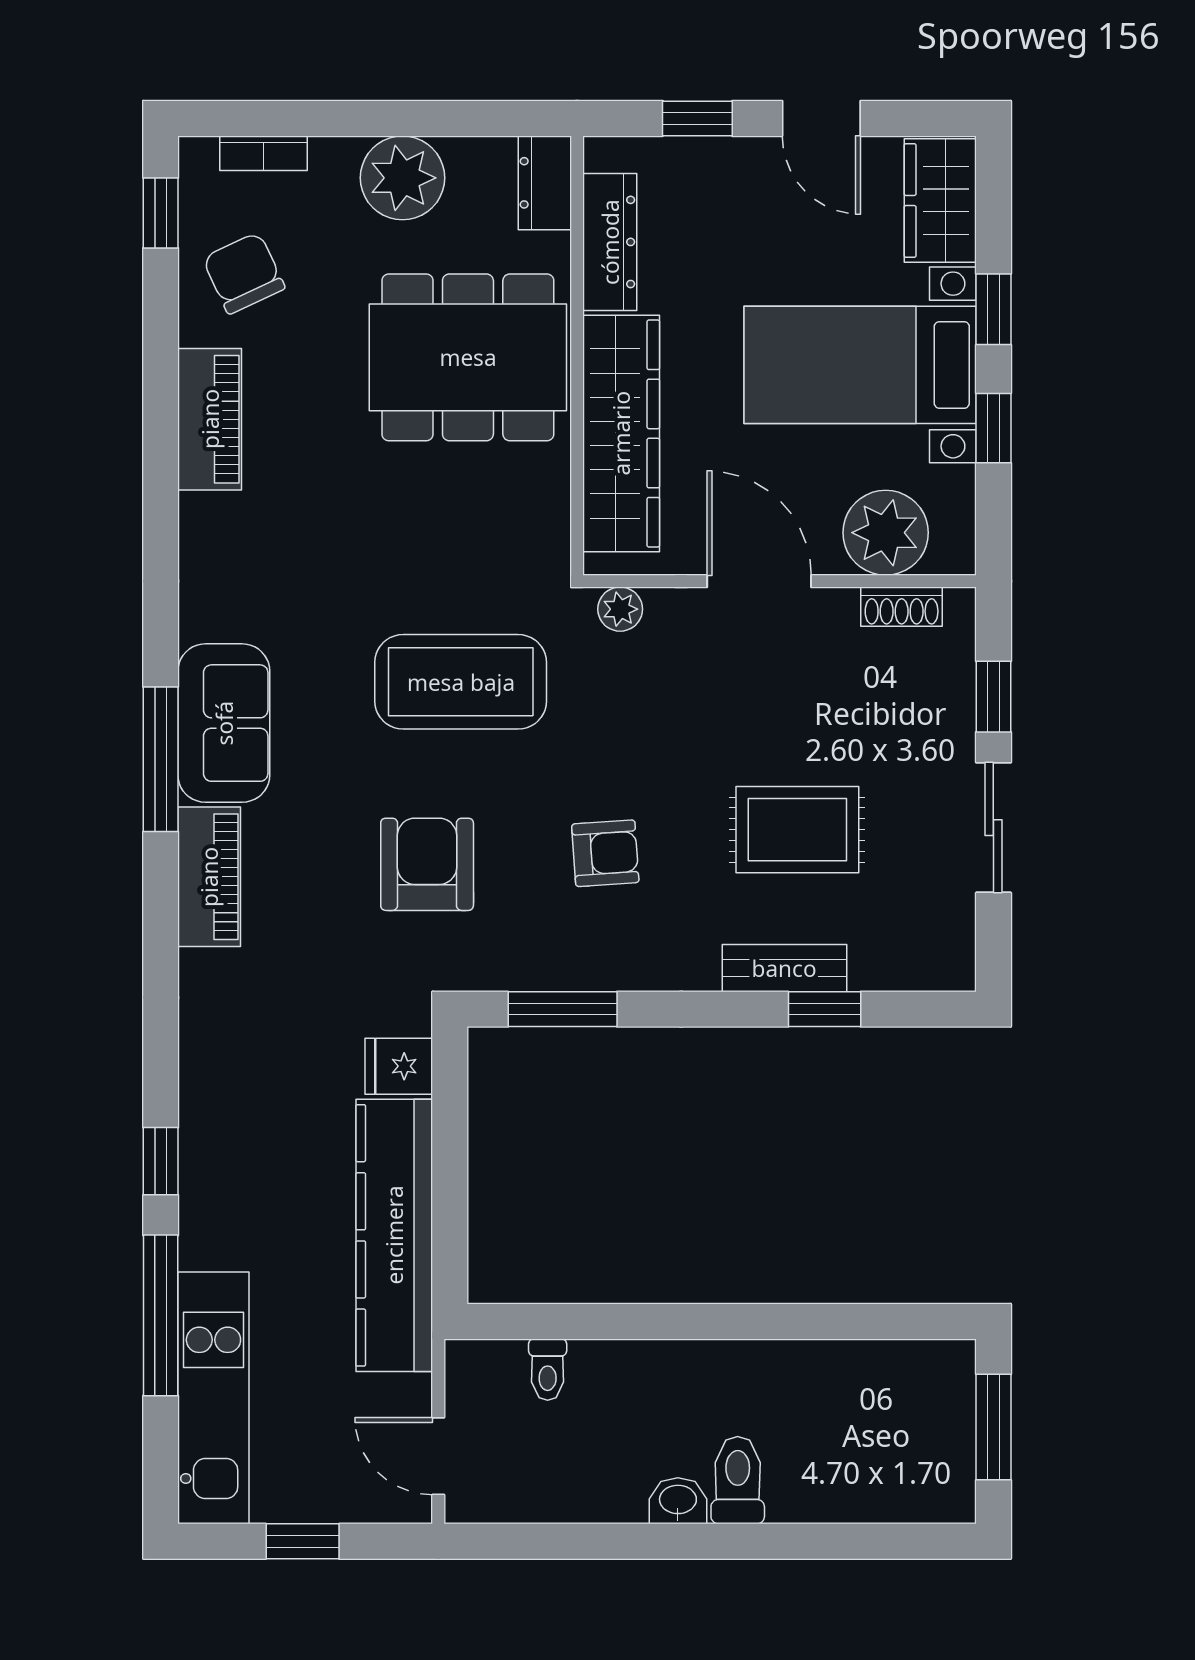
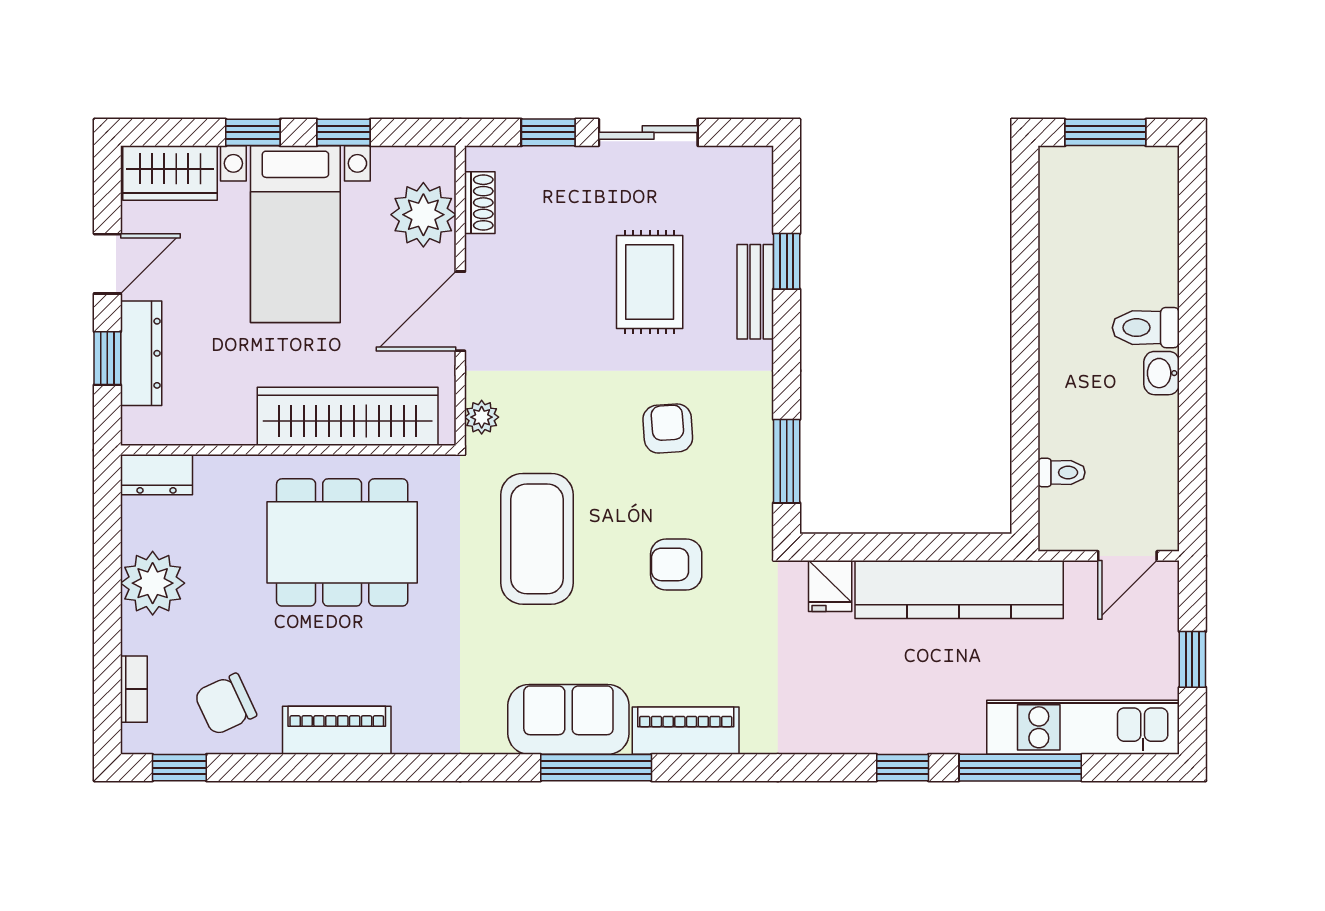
dresser: (610, 242) -> (141, 353), moved, turned 90
dining table: (468, 357) -> (342, 542), moved, turned 90
armchair: (427, 864) -> (676, 564), width x0.72, depth x0.72

